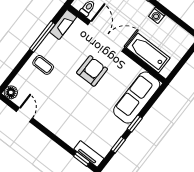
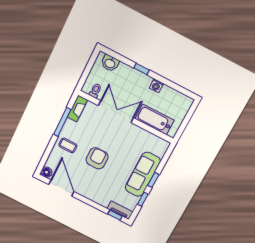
armchair: (92, 71) -> (97, 158), moved
sofa: (137, 98) -> (143, 174), moved
door: (25, 115) -> (61, 188), width x1.87

